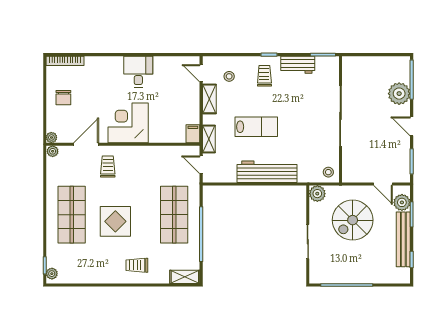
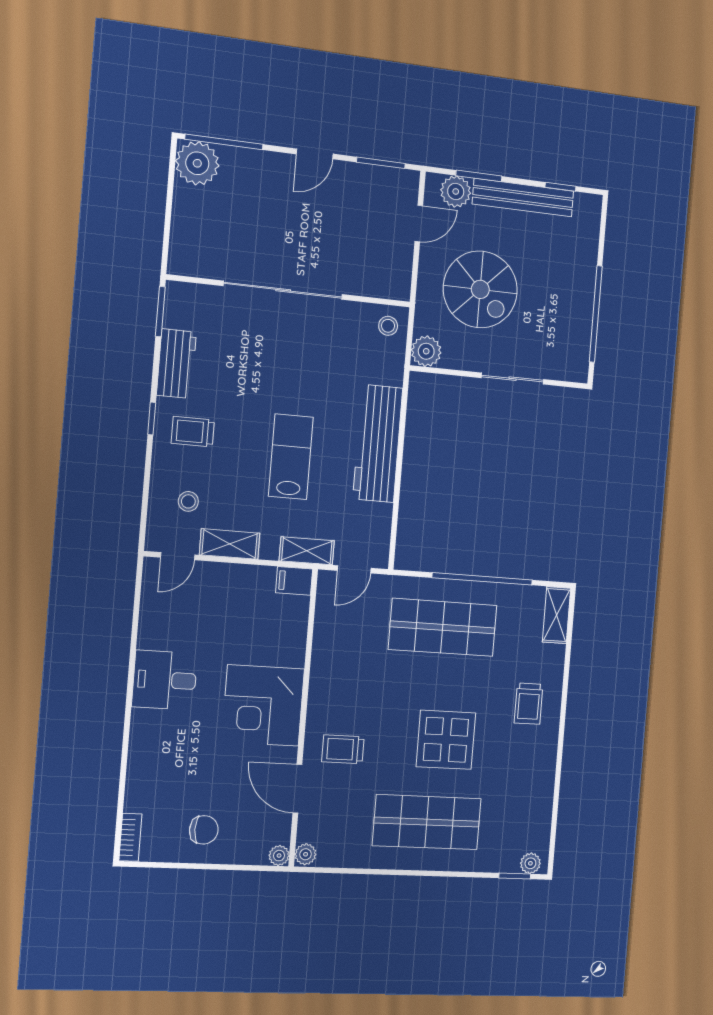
bookcase: (65, 61) -> (130, 837), width x0.64
plant: (399, 94) -> (197, 163), moved

